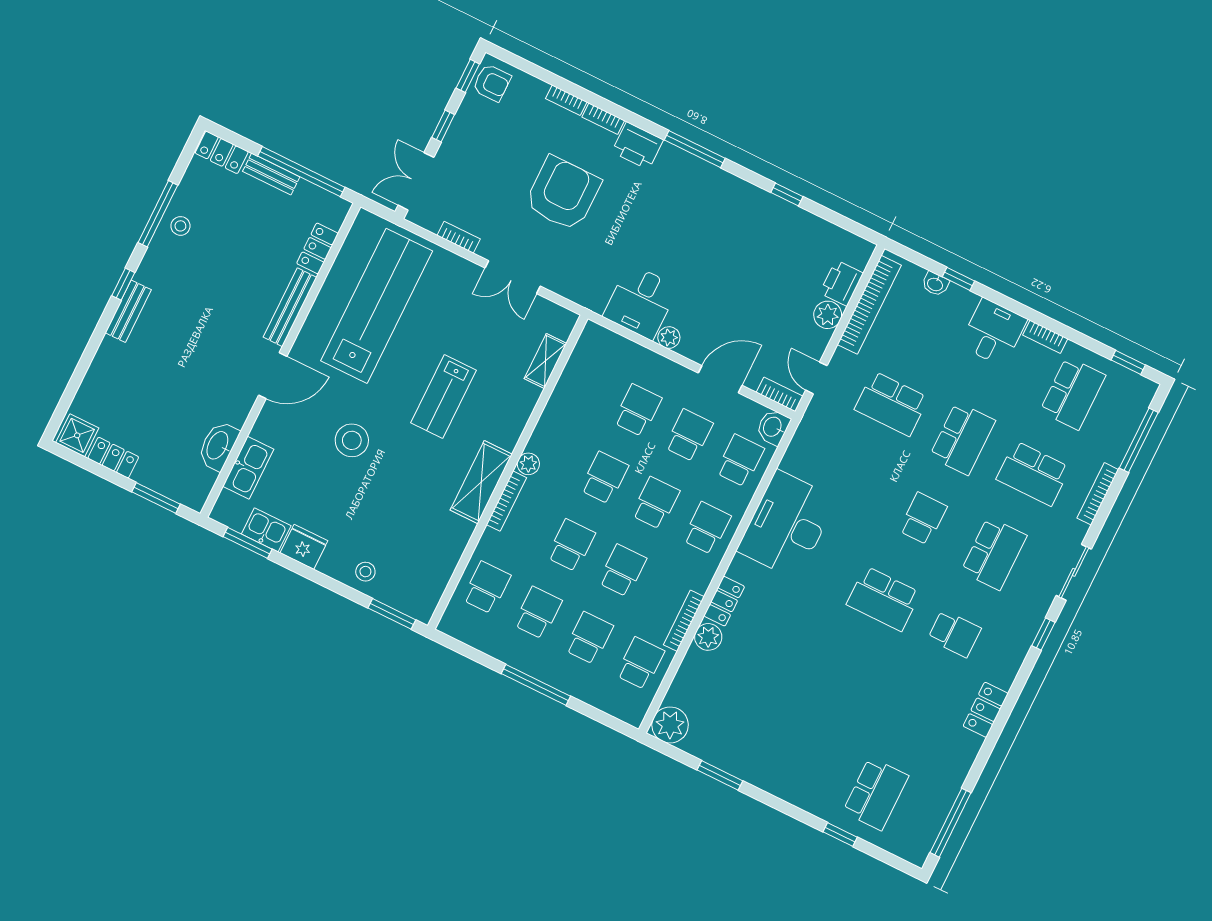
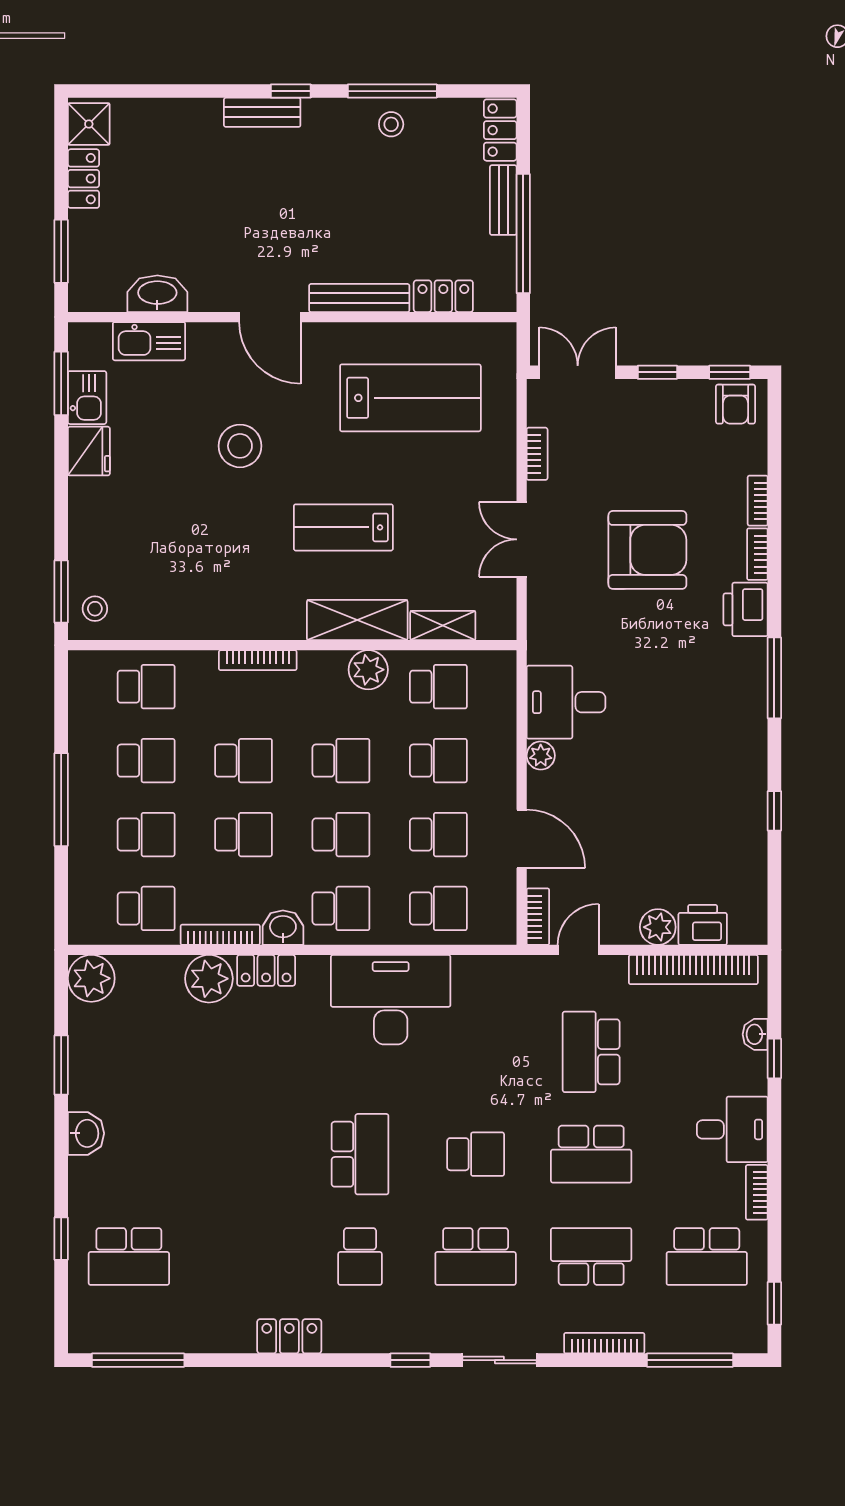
lab bench: (377, 306) -> (410, 398), width x0.73
school desk: (586, 385) -> (438, 687), added
washbasin: (773, 427) -> (283, 928), moved
plant: (528, 464) -> (368, 670), moved, width x1.38, depth x1.38
school desk: (1033, 473) -> (591, 1256), turned 90
shelving: (481, 482) -> (357, 620), moved
stool: (365, 572) -> (95, 609), moved
school desk: (884, 599) -> (360, 1154), turned 180
plant: (708, 637) -> (209, 979), width x1.36, depth x1.36
washbasin: (776, 781) -> (86, 1133), added

